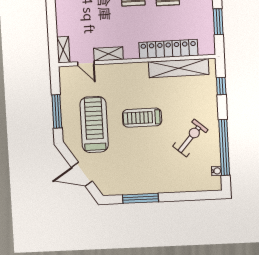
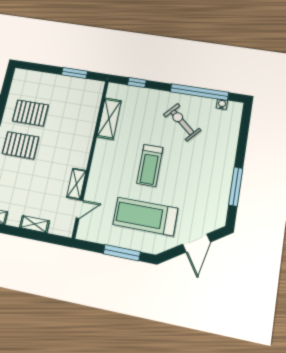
locker: (168, 49) -> (88, 124), removed
shelving: (63, 50) -> (35, 224), moved
shelving: (179, 68) -> (109, 119), width x0.68

